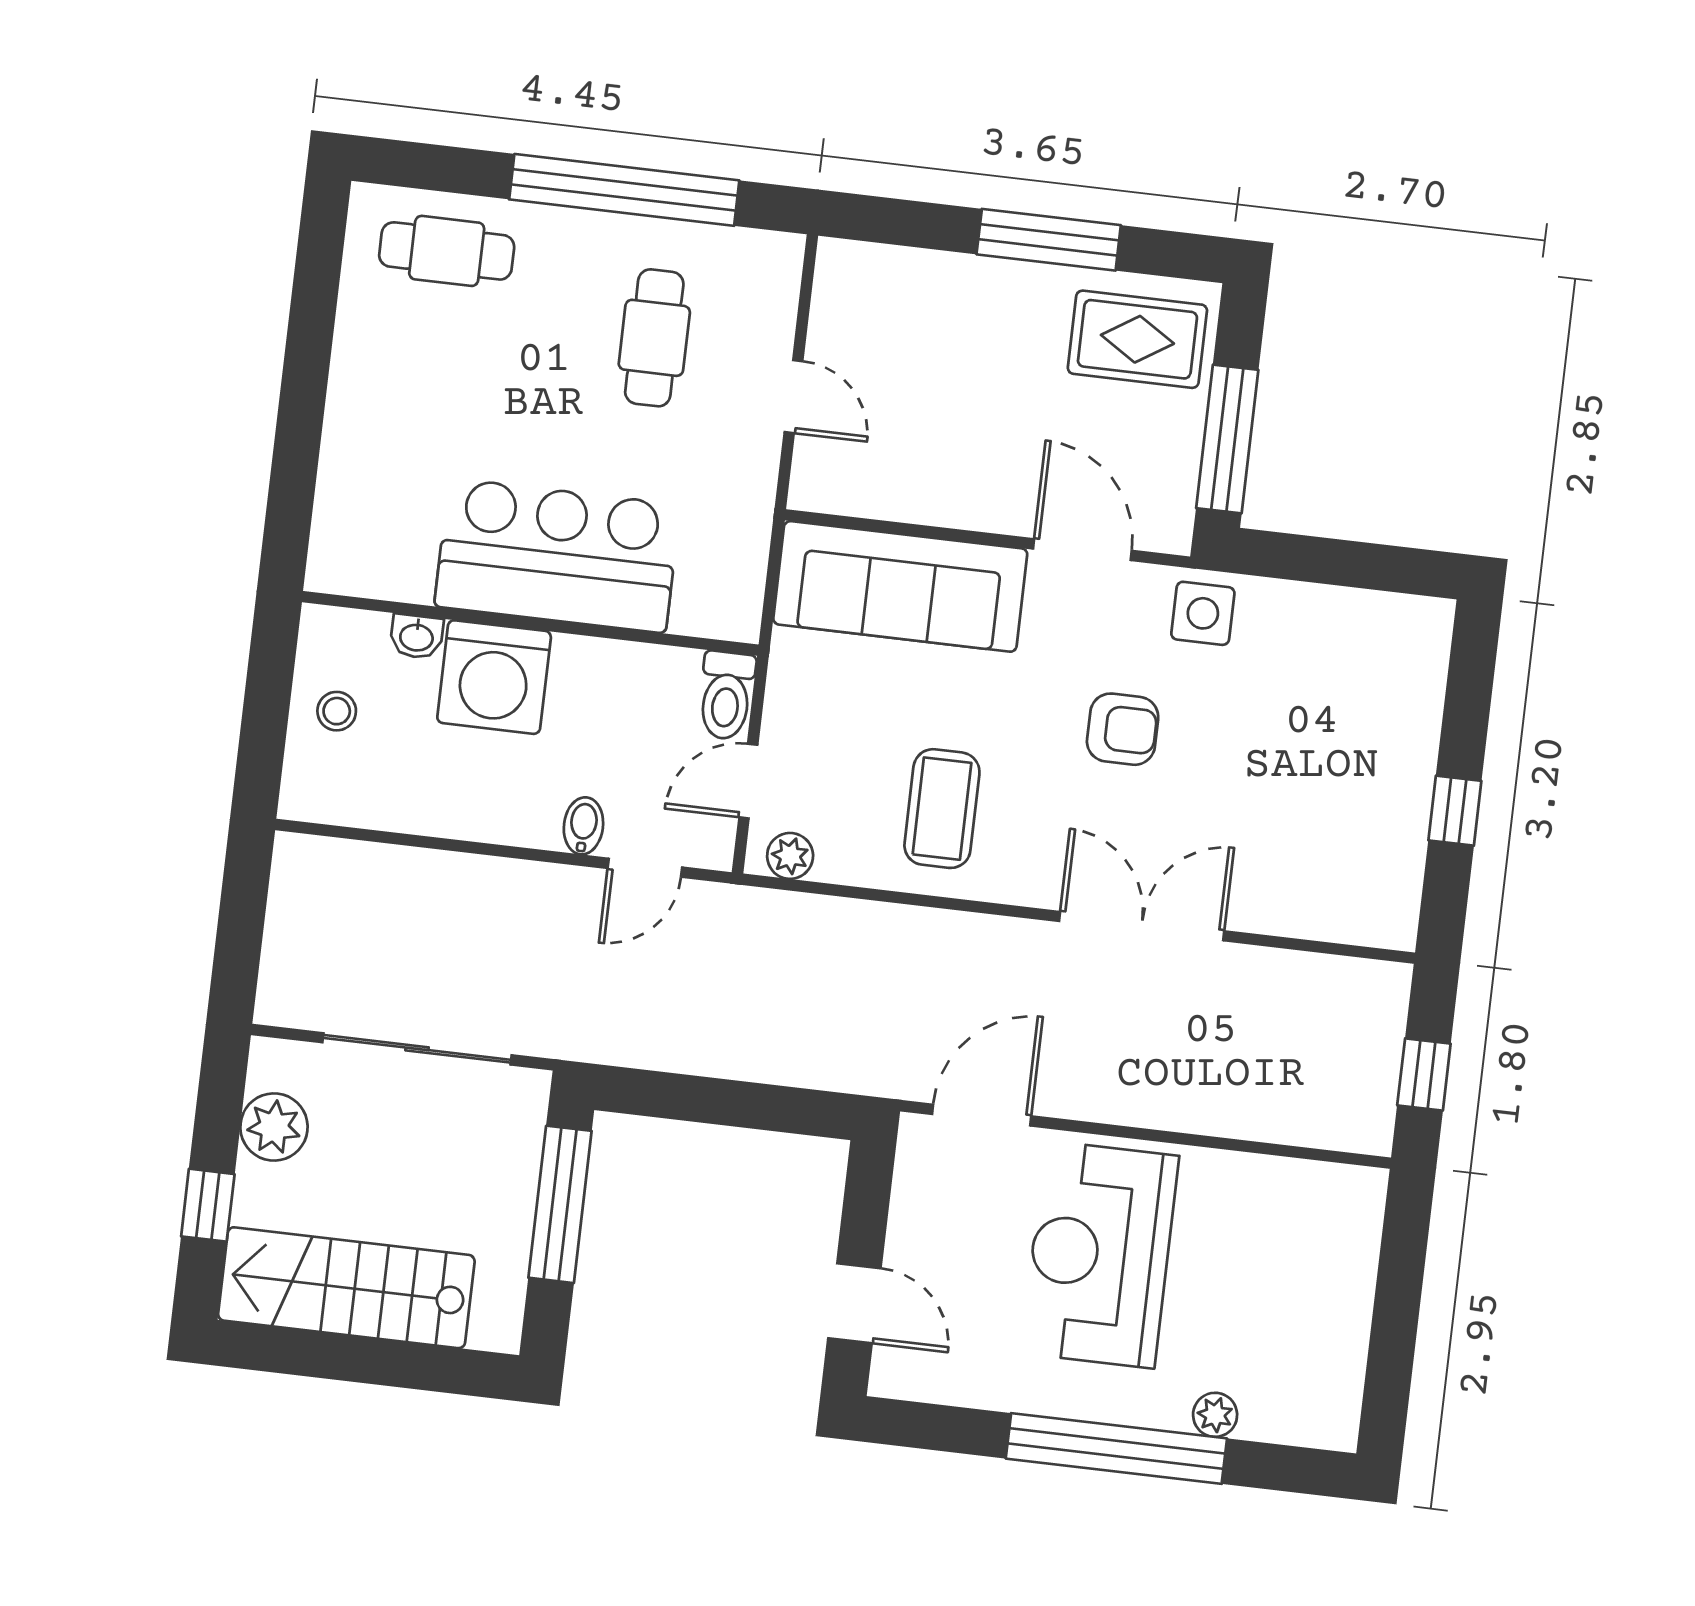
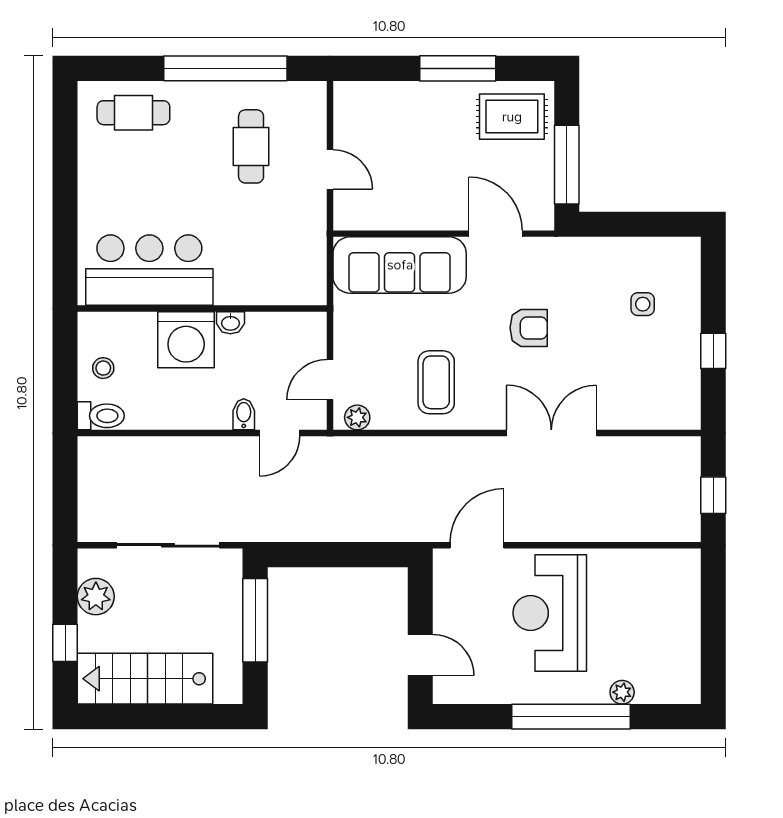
bar counter: (557, 555) -> (149, 270), moved
side table: (1203, 613) -> (643, 304), moved, width x0.73, depth x0.73
washbasin: (417, 636) -> (230, 323), moved
toilet: (726, 695) -> (101, 416), moved, turned -90

